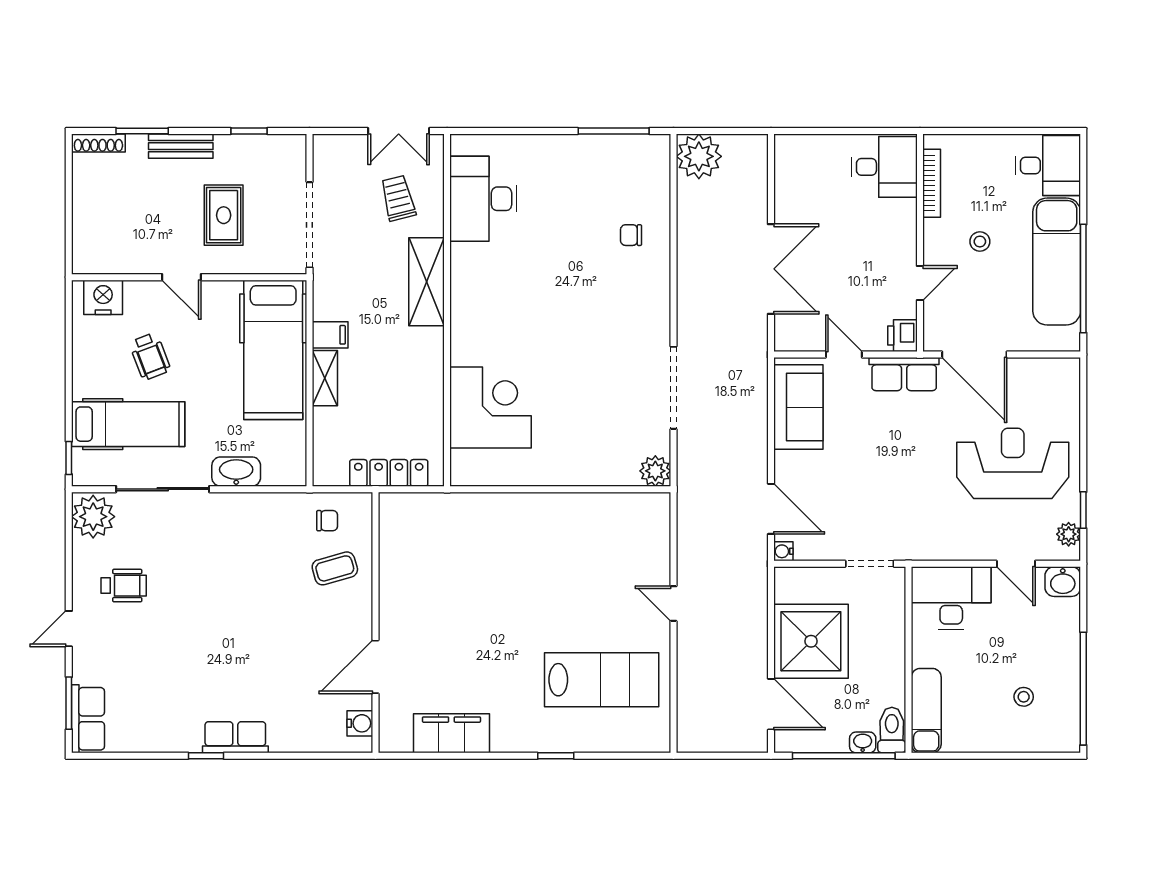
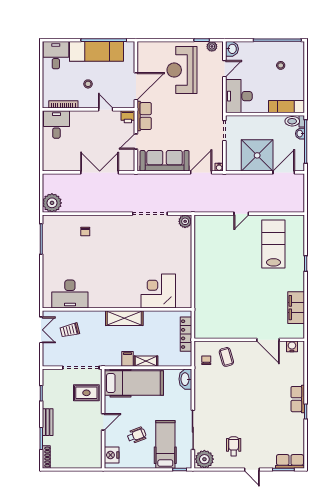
rug: (224, 215) -> (86, 393), moved
shelving: (427, 282) -> (124, 318), moved
sofa: (798, 407) -> (165, 161), width x1.36
washbasin: (236, 472) -> (185, 379), moved

